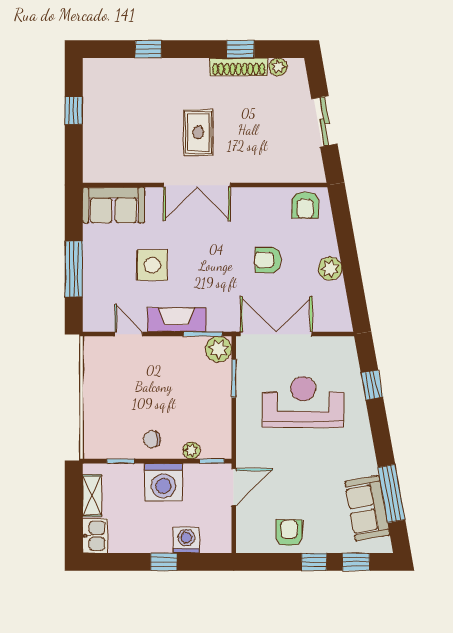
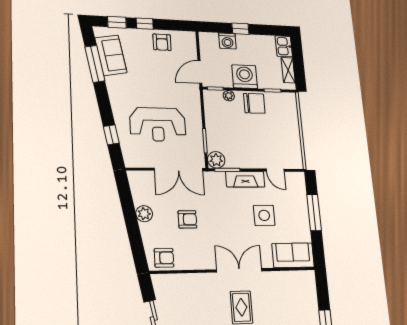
armchair: (305, 205) -> (164, 258), turned 90
chair: (152, 439) -> (254, 103), width x1.87, depth x1.87

